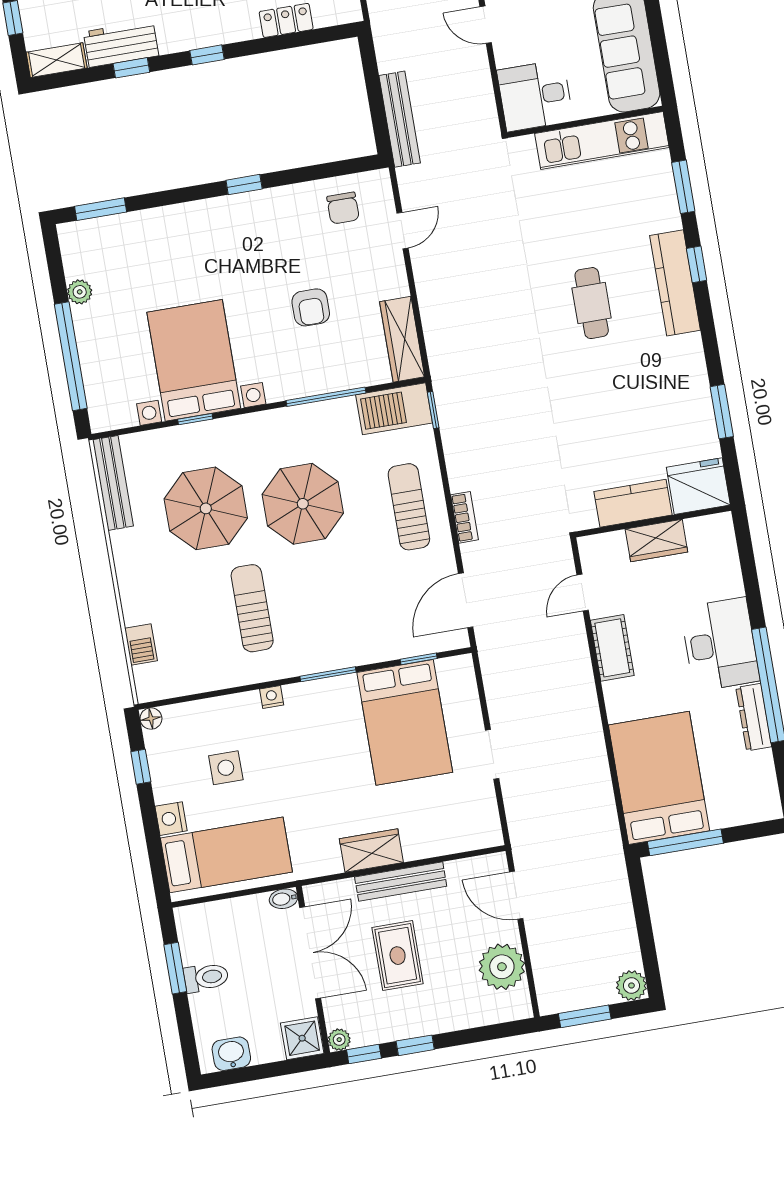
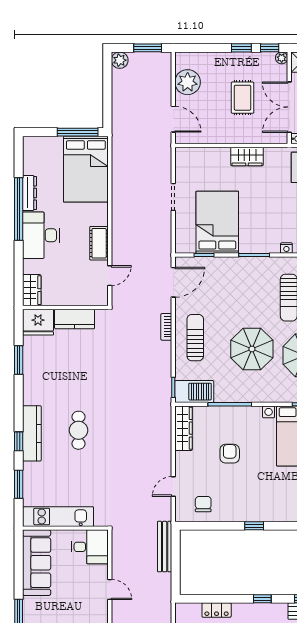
sun lounger: (409, 507) -> (195, 338), turned 180
wardrobe: (656, 541) -> (32, 290), moved, turned 90
bench: (401, 882) -> (234, 137), removed

